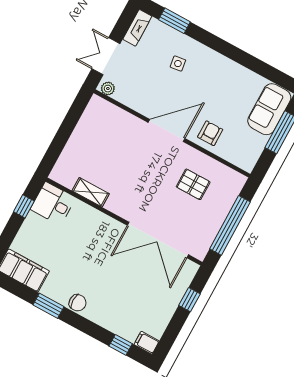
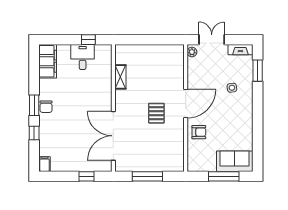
door: (166, 130) -> (186, 104), hinge flipped
pallet: (193, 184) -> (156, 113), moved
desk: (53, 204) -> (83, 57), moved
window: (230, 225) -> (147, 176), width x0.68
window: (48, 306) -> (34, 105), moved
window: (121, 345) -> (34, 133), moved

